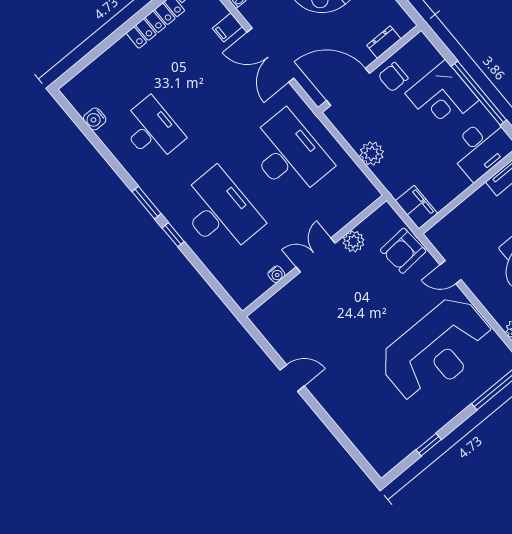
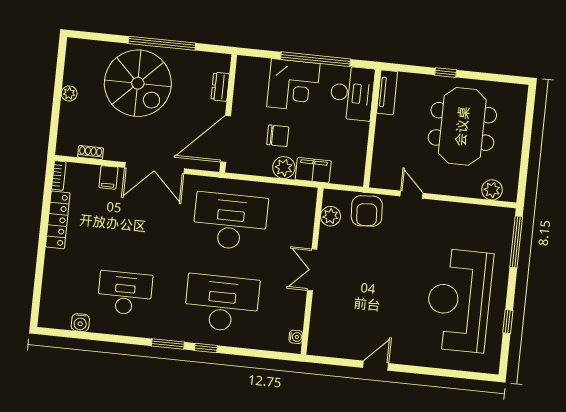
chair: (393, 77) -> (278, 136), moved, turned -90
filing cabinet: (416, 207) -> (313, 170), moved
plant: (354, 241) -> (330, 216), moved
door: (451, 272) -> (412, 195), swing flipped
water cooler: (276, 274) -> (296, 337), moved
reception desk: (436, 349) -> (459, 300), moved, turned 180

